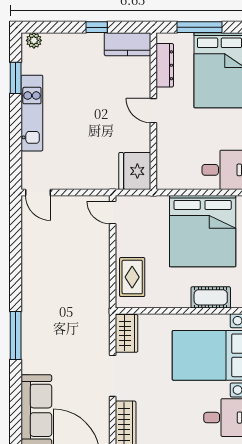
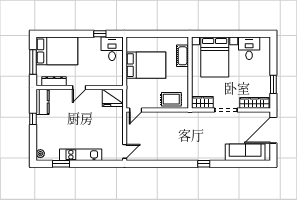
bed: (203, 231) -> (146, 65), width x0.73
window: (16, 336) -> (204, 164), width x0.46

